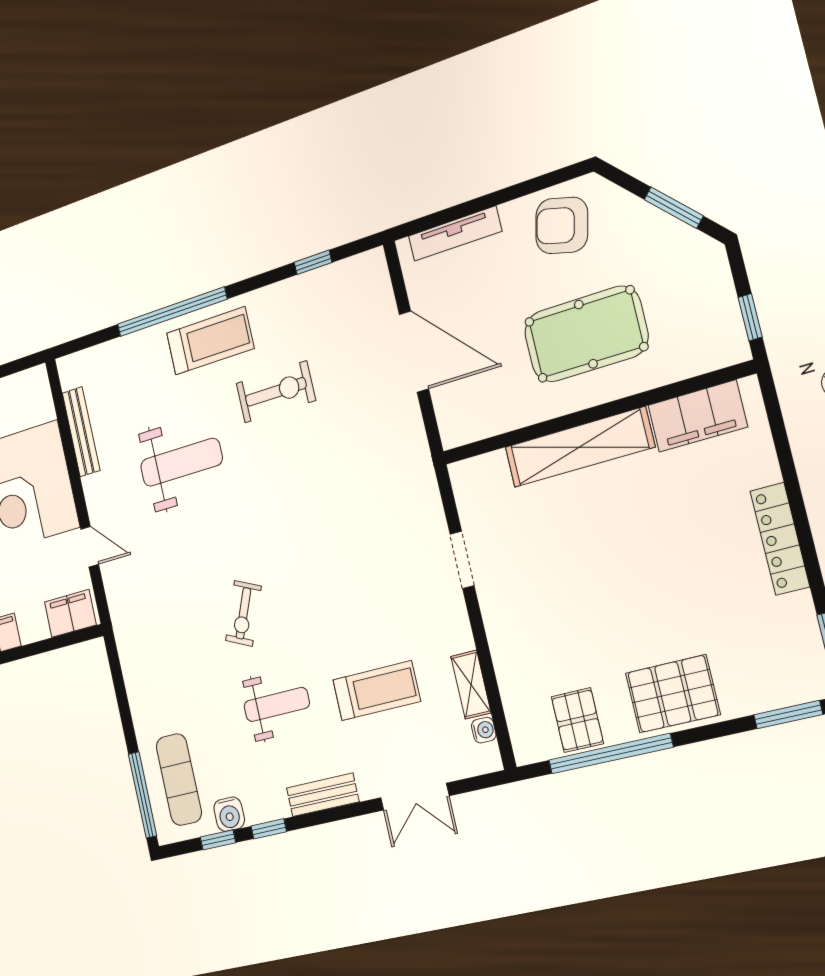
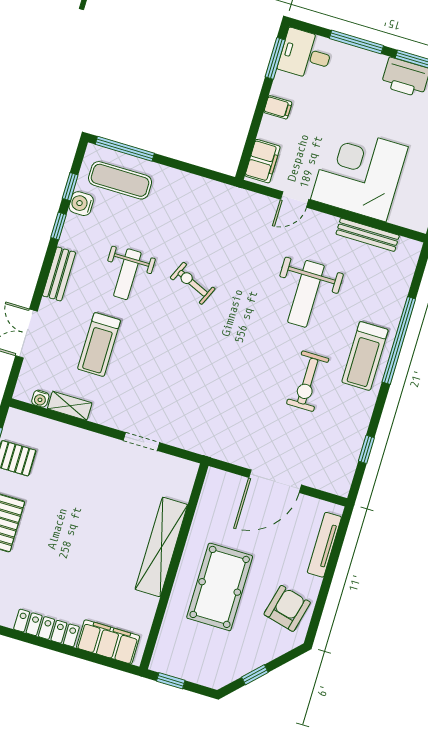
window: (674, 208) -> (255, 675), width x0.67
filing cabinet: (697, 416) -> (108, 642), moved, turned 90

